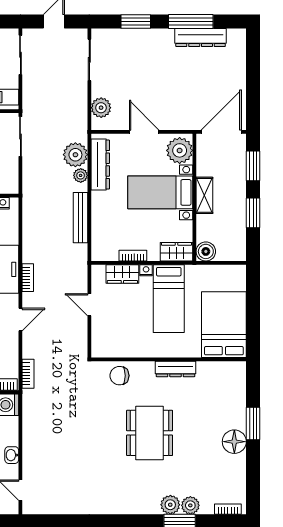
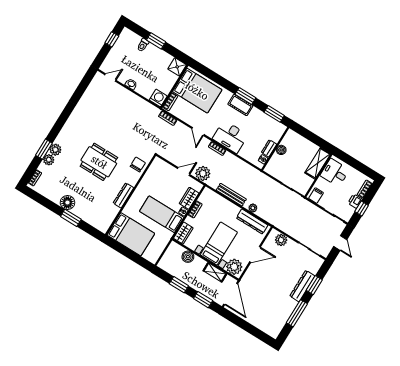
dresser: (201, 38) -> (302, 286), moved
plant: (75, 155) -> (203, 173), moved
shelving: (204, 195) -> (215, 272), moved
boiler: (206, 251) -> (188, 257), moved

